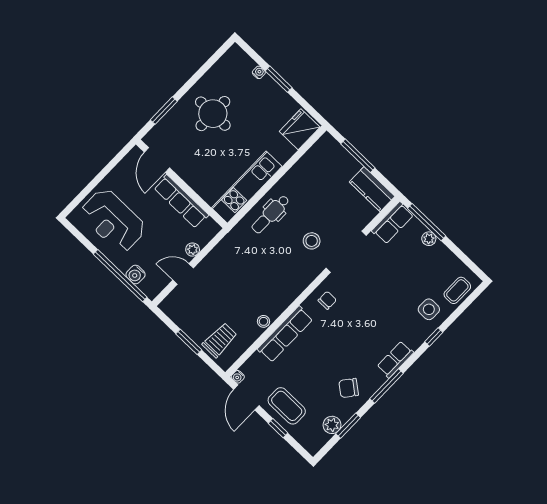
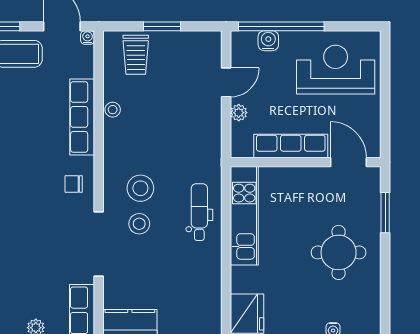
stool: (291, 261) -> (140, 188), added
chair: (327, 300) -> (74, 184), turned 90

